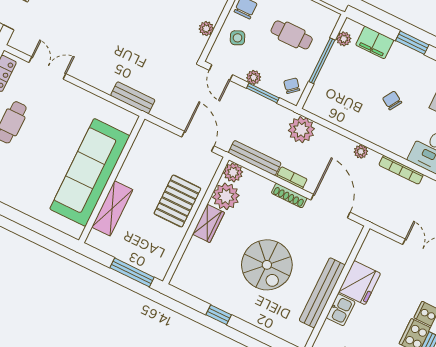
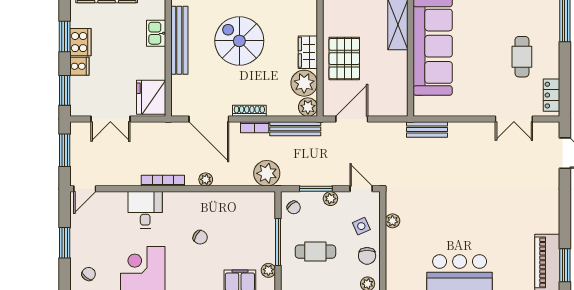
door: (198, 141) -> (352, 119), swing flipped
fridge: (360, 283) -> (151, 97), moved

